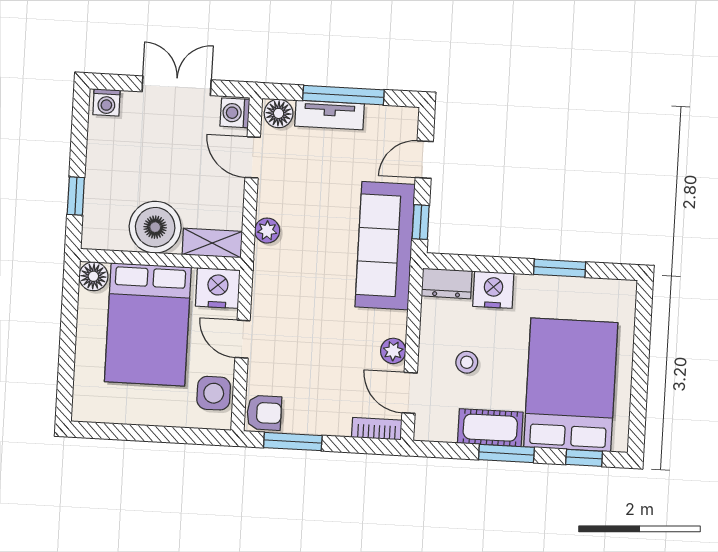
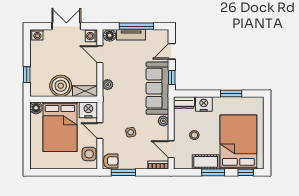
side table: (316, 347) -> (131, 132), added
plant: (393, 351) -> (163, 121), moved

